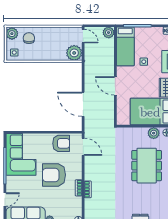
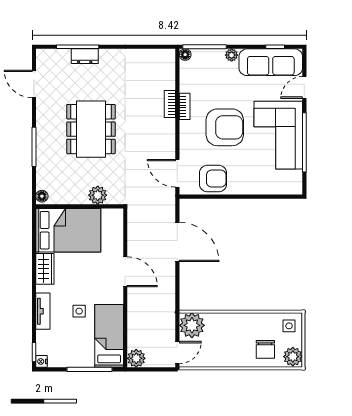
door: (83, 36) -> (177, 353), swing flipped
plant: (154, 133) -> (98, 195), moved
armchair: (61, 143) -> (213, 179), turned 180
corner sofa: (21, 154) -> (278, 135), moved
dining table: (147, 166) -> (91, 129), moved

